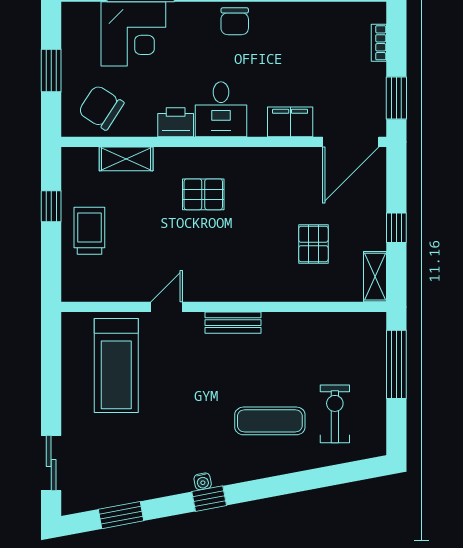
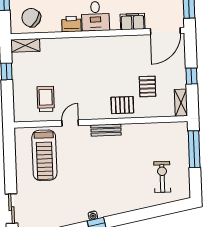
shelving: (126, 159) -> (25, 45), moved
pallet: (203, 194) -> (122, 105), moved
trolley: (89, 231) -> (46, 99), moved
exercise mat: (270, 421) -> (128, 182), removed

